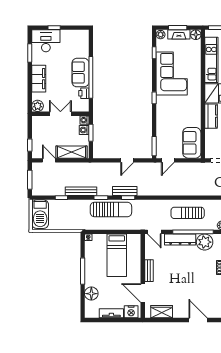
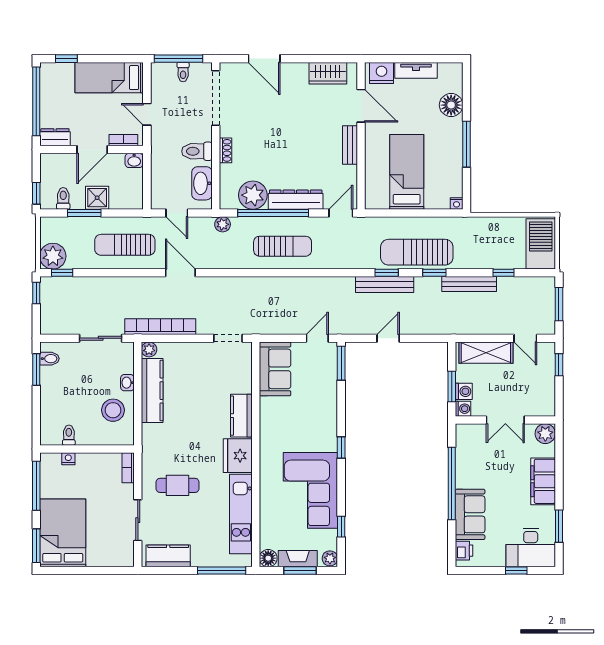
sofa: (80, 73) -> (470, 514), moved
printer: (84, 93) -> (464, 551), moved
bench: (125, 191) -> (385, 285), width x1.36
door: (154, 232) -> (341, 213), hinge flipped

